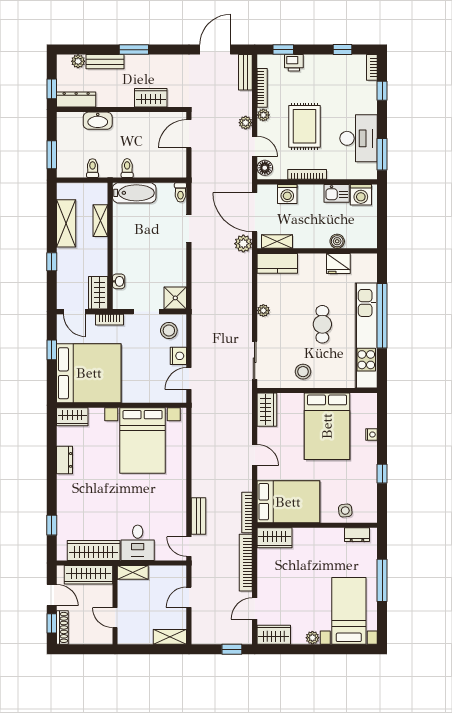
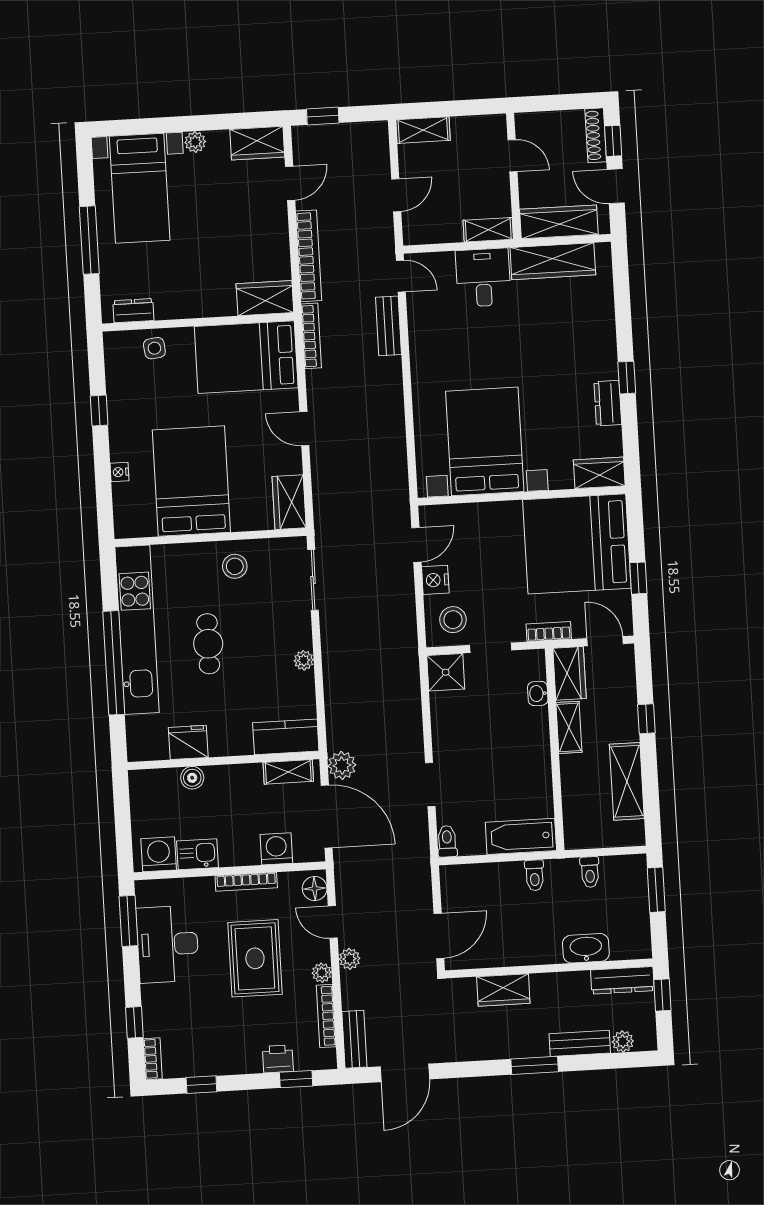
shelving: (100, 221) -> (569, 727), moved
window: (52, 525) -> (627, 378), moved

